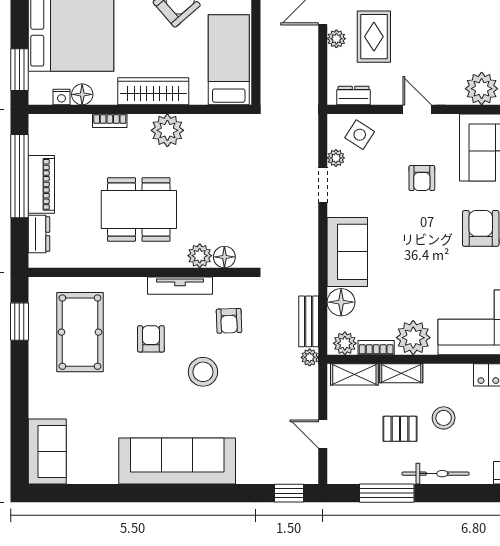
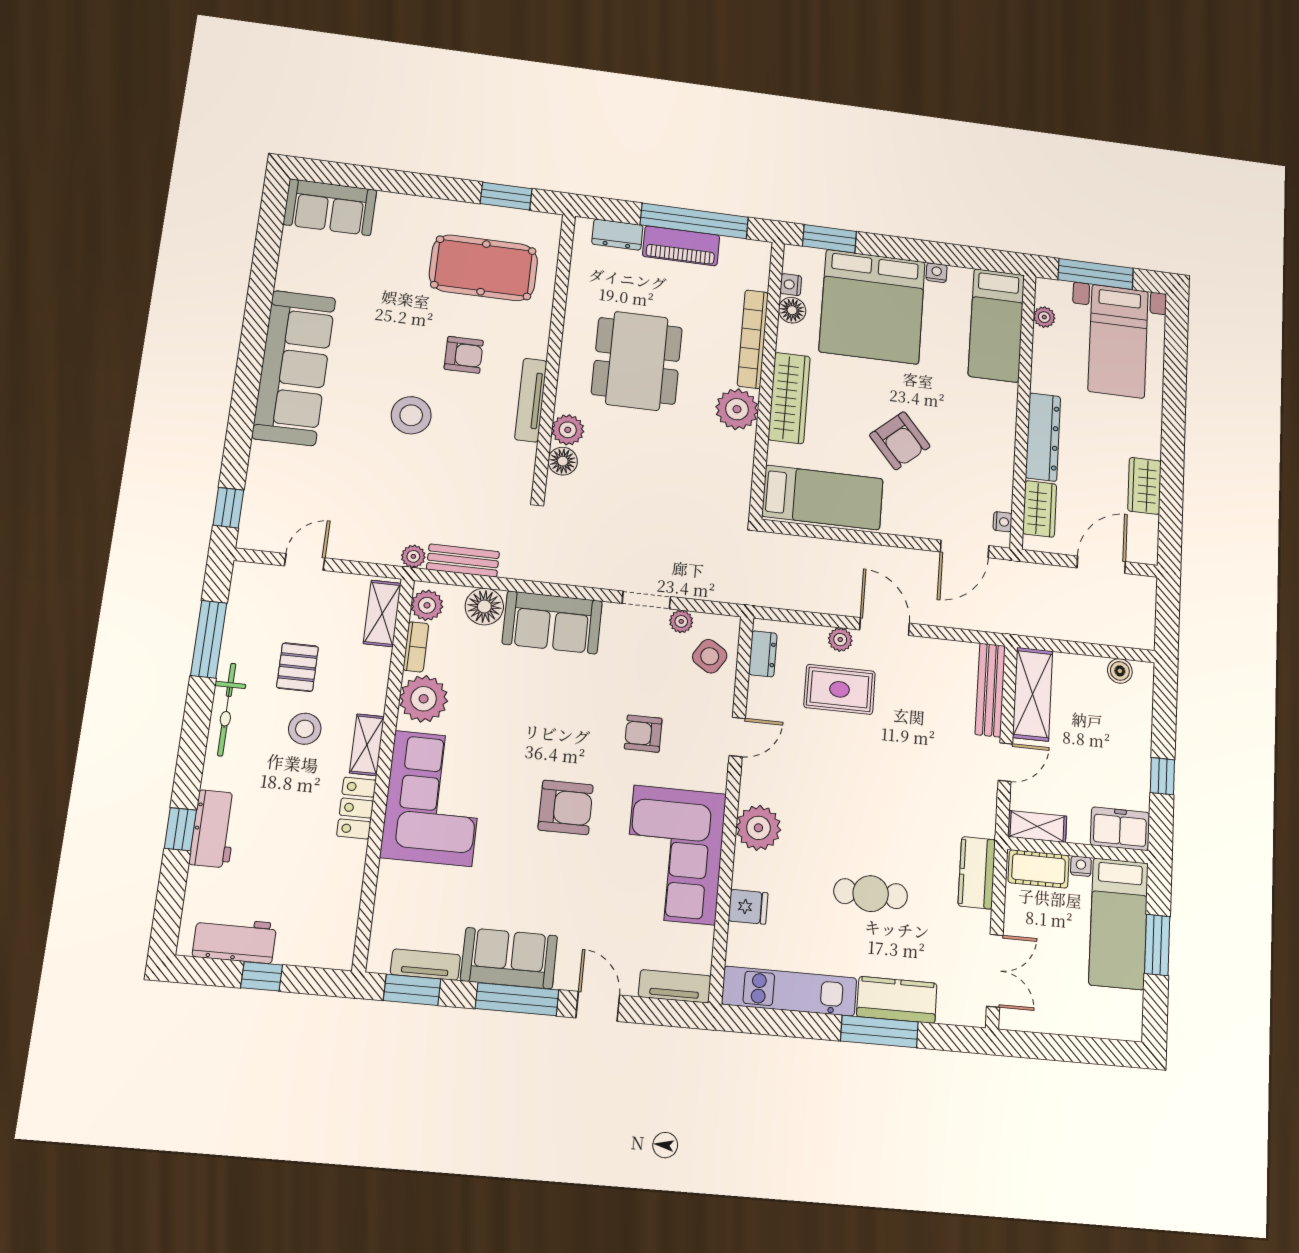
bookcase: (110, 121) -> (753, 339), width x2.31, depth x1.31
armchair: (229, 321) -> (476, 457), removed
shelving: (401, 373) -> (367, 745), moved

